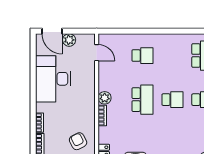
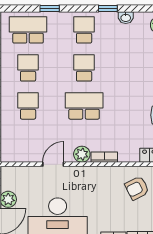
door: (97, 53) -> (53, 164), moved
school desk: (172, 56) -> (28, 68), added

